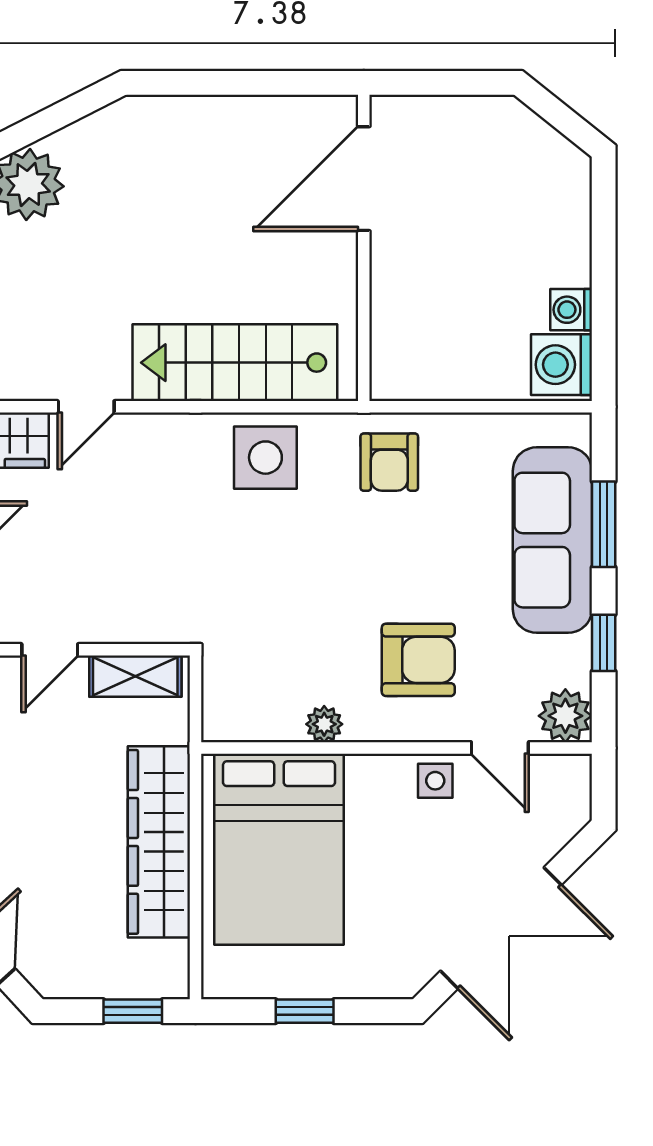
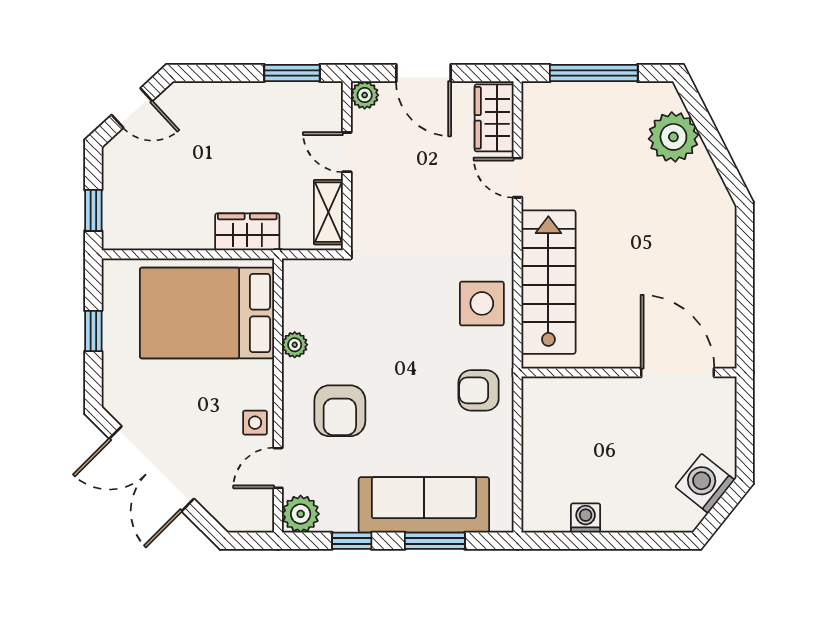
washing machine: (561, 365) -> (705, 483), moved, turned -51
wardrobe: (159, 842) -> (247, 232), width x0.48, depth x0.85

